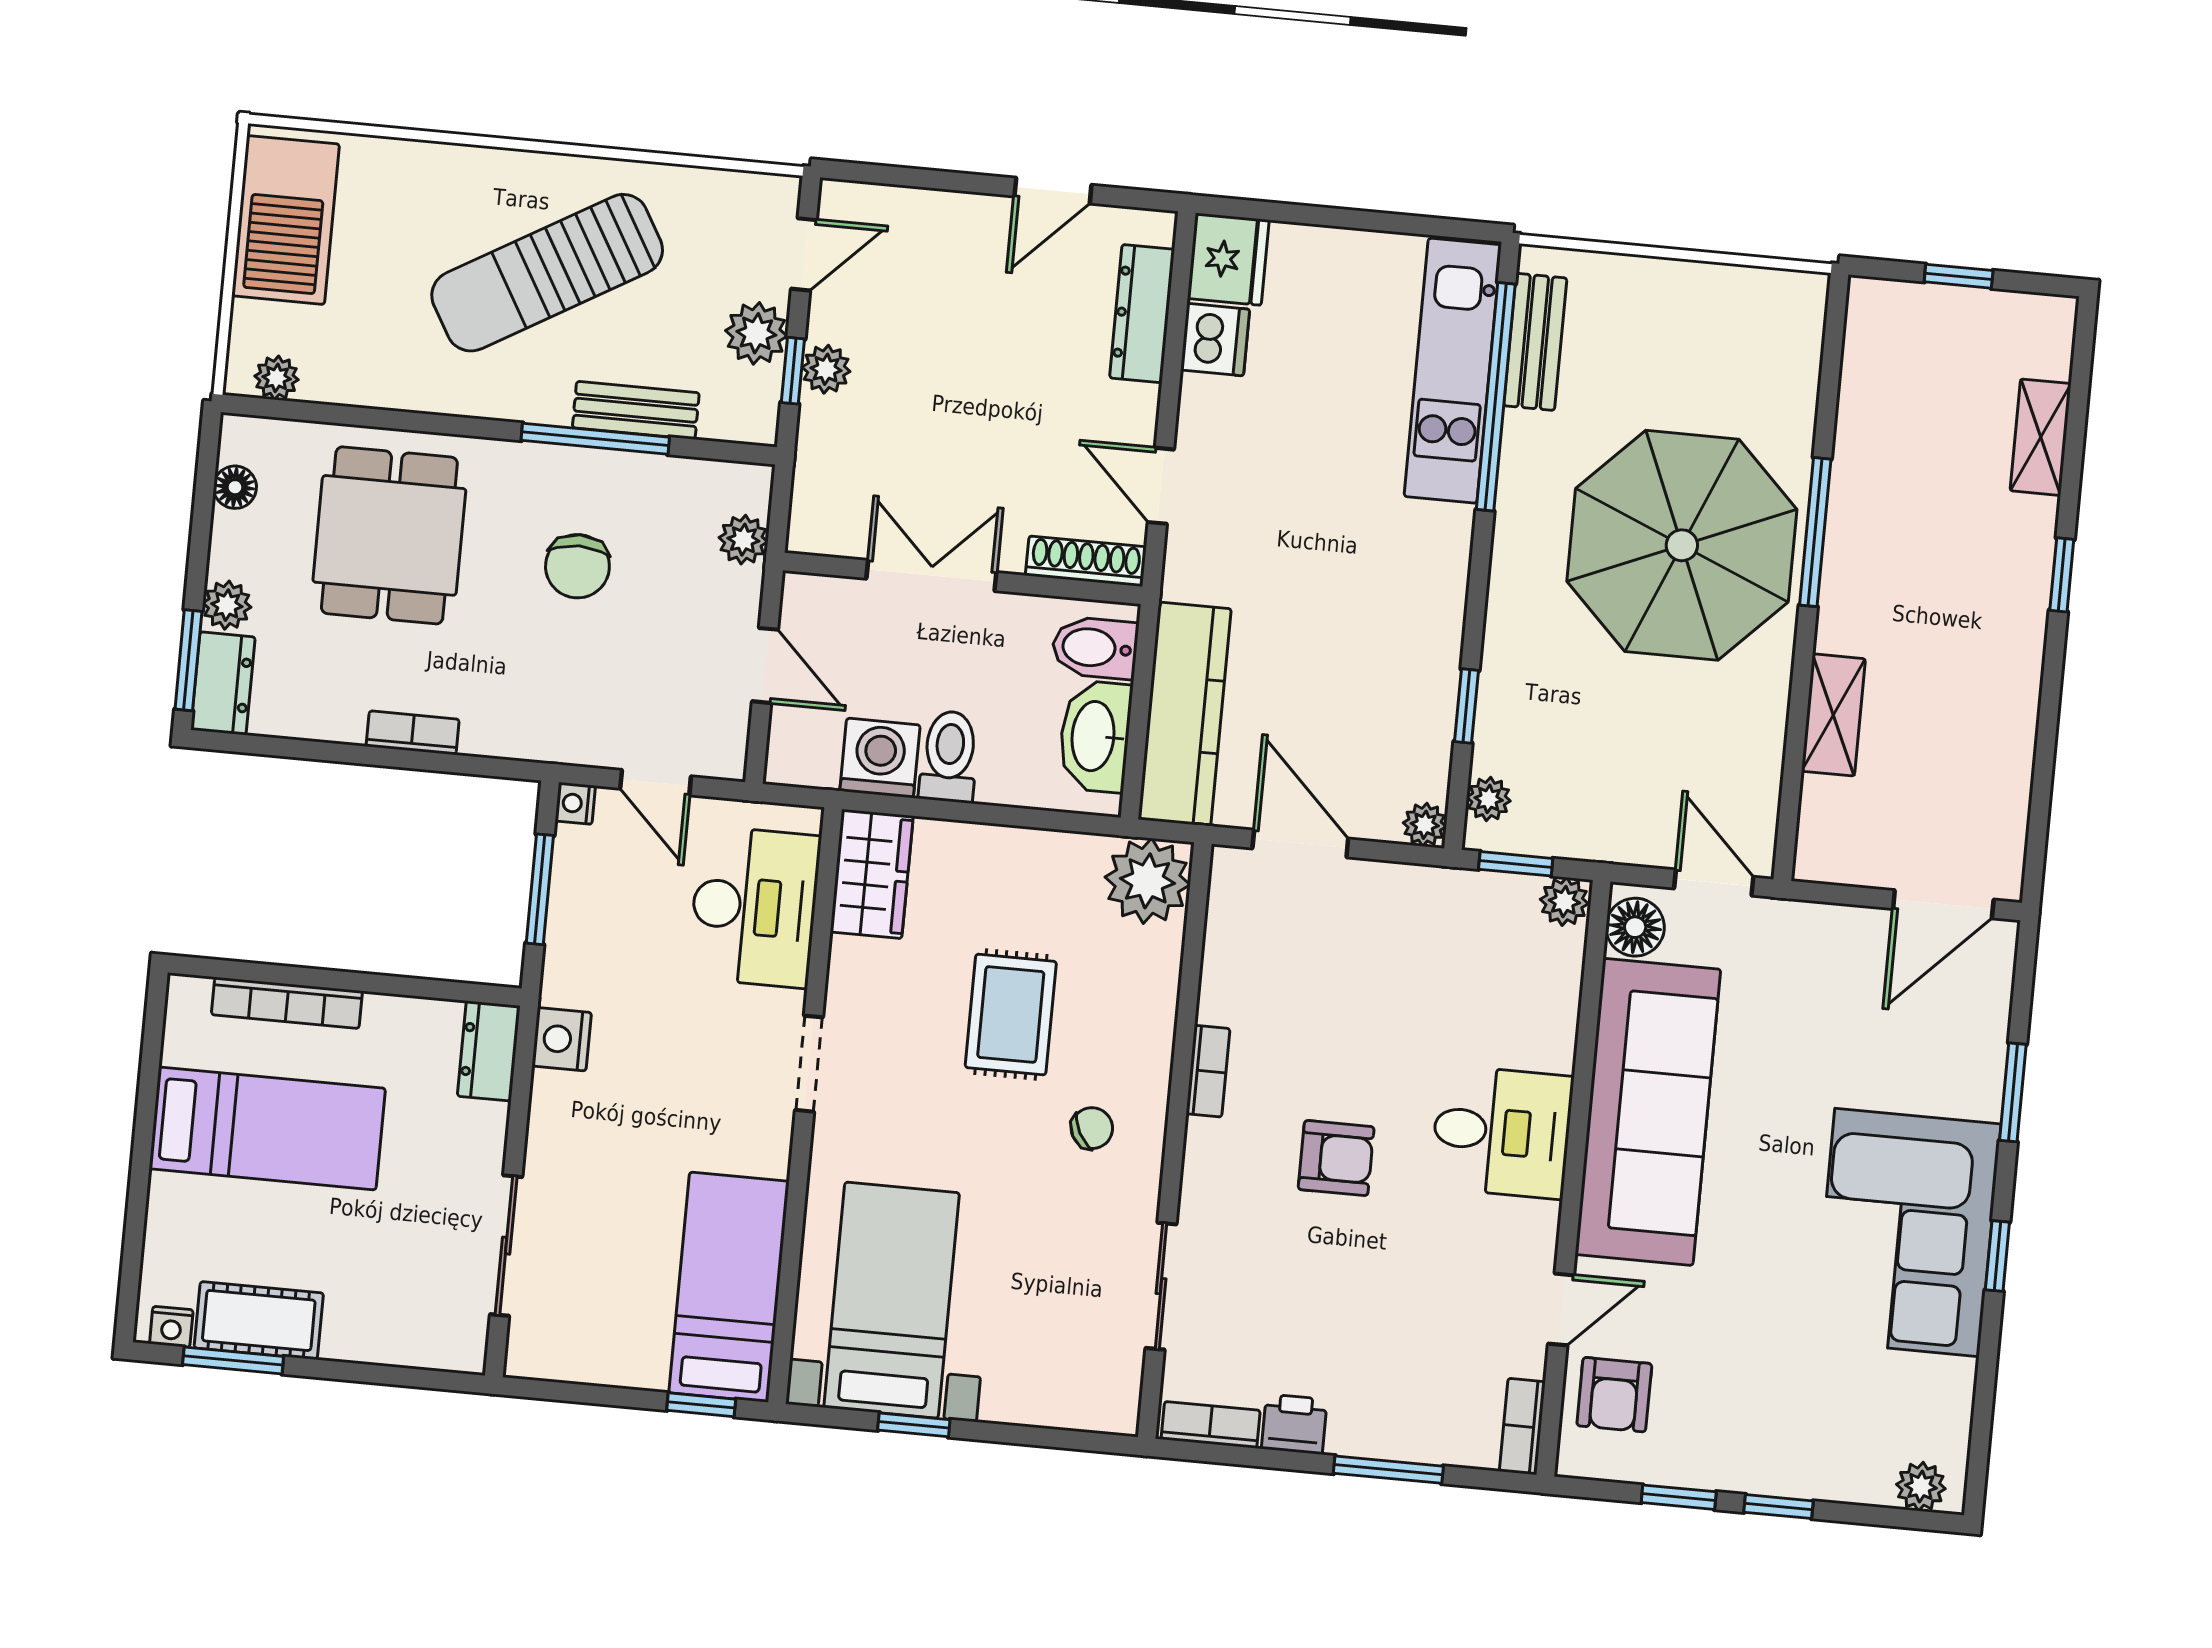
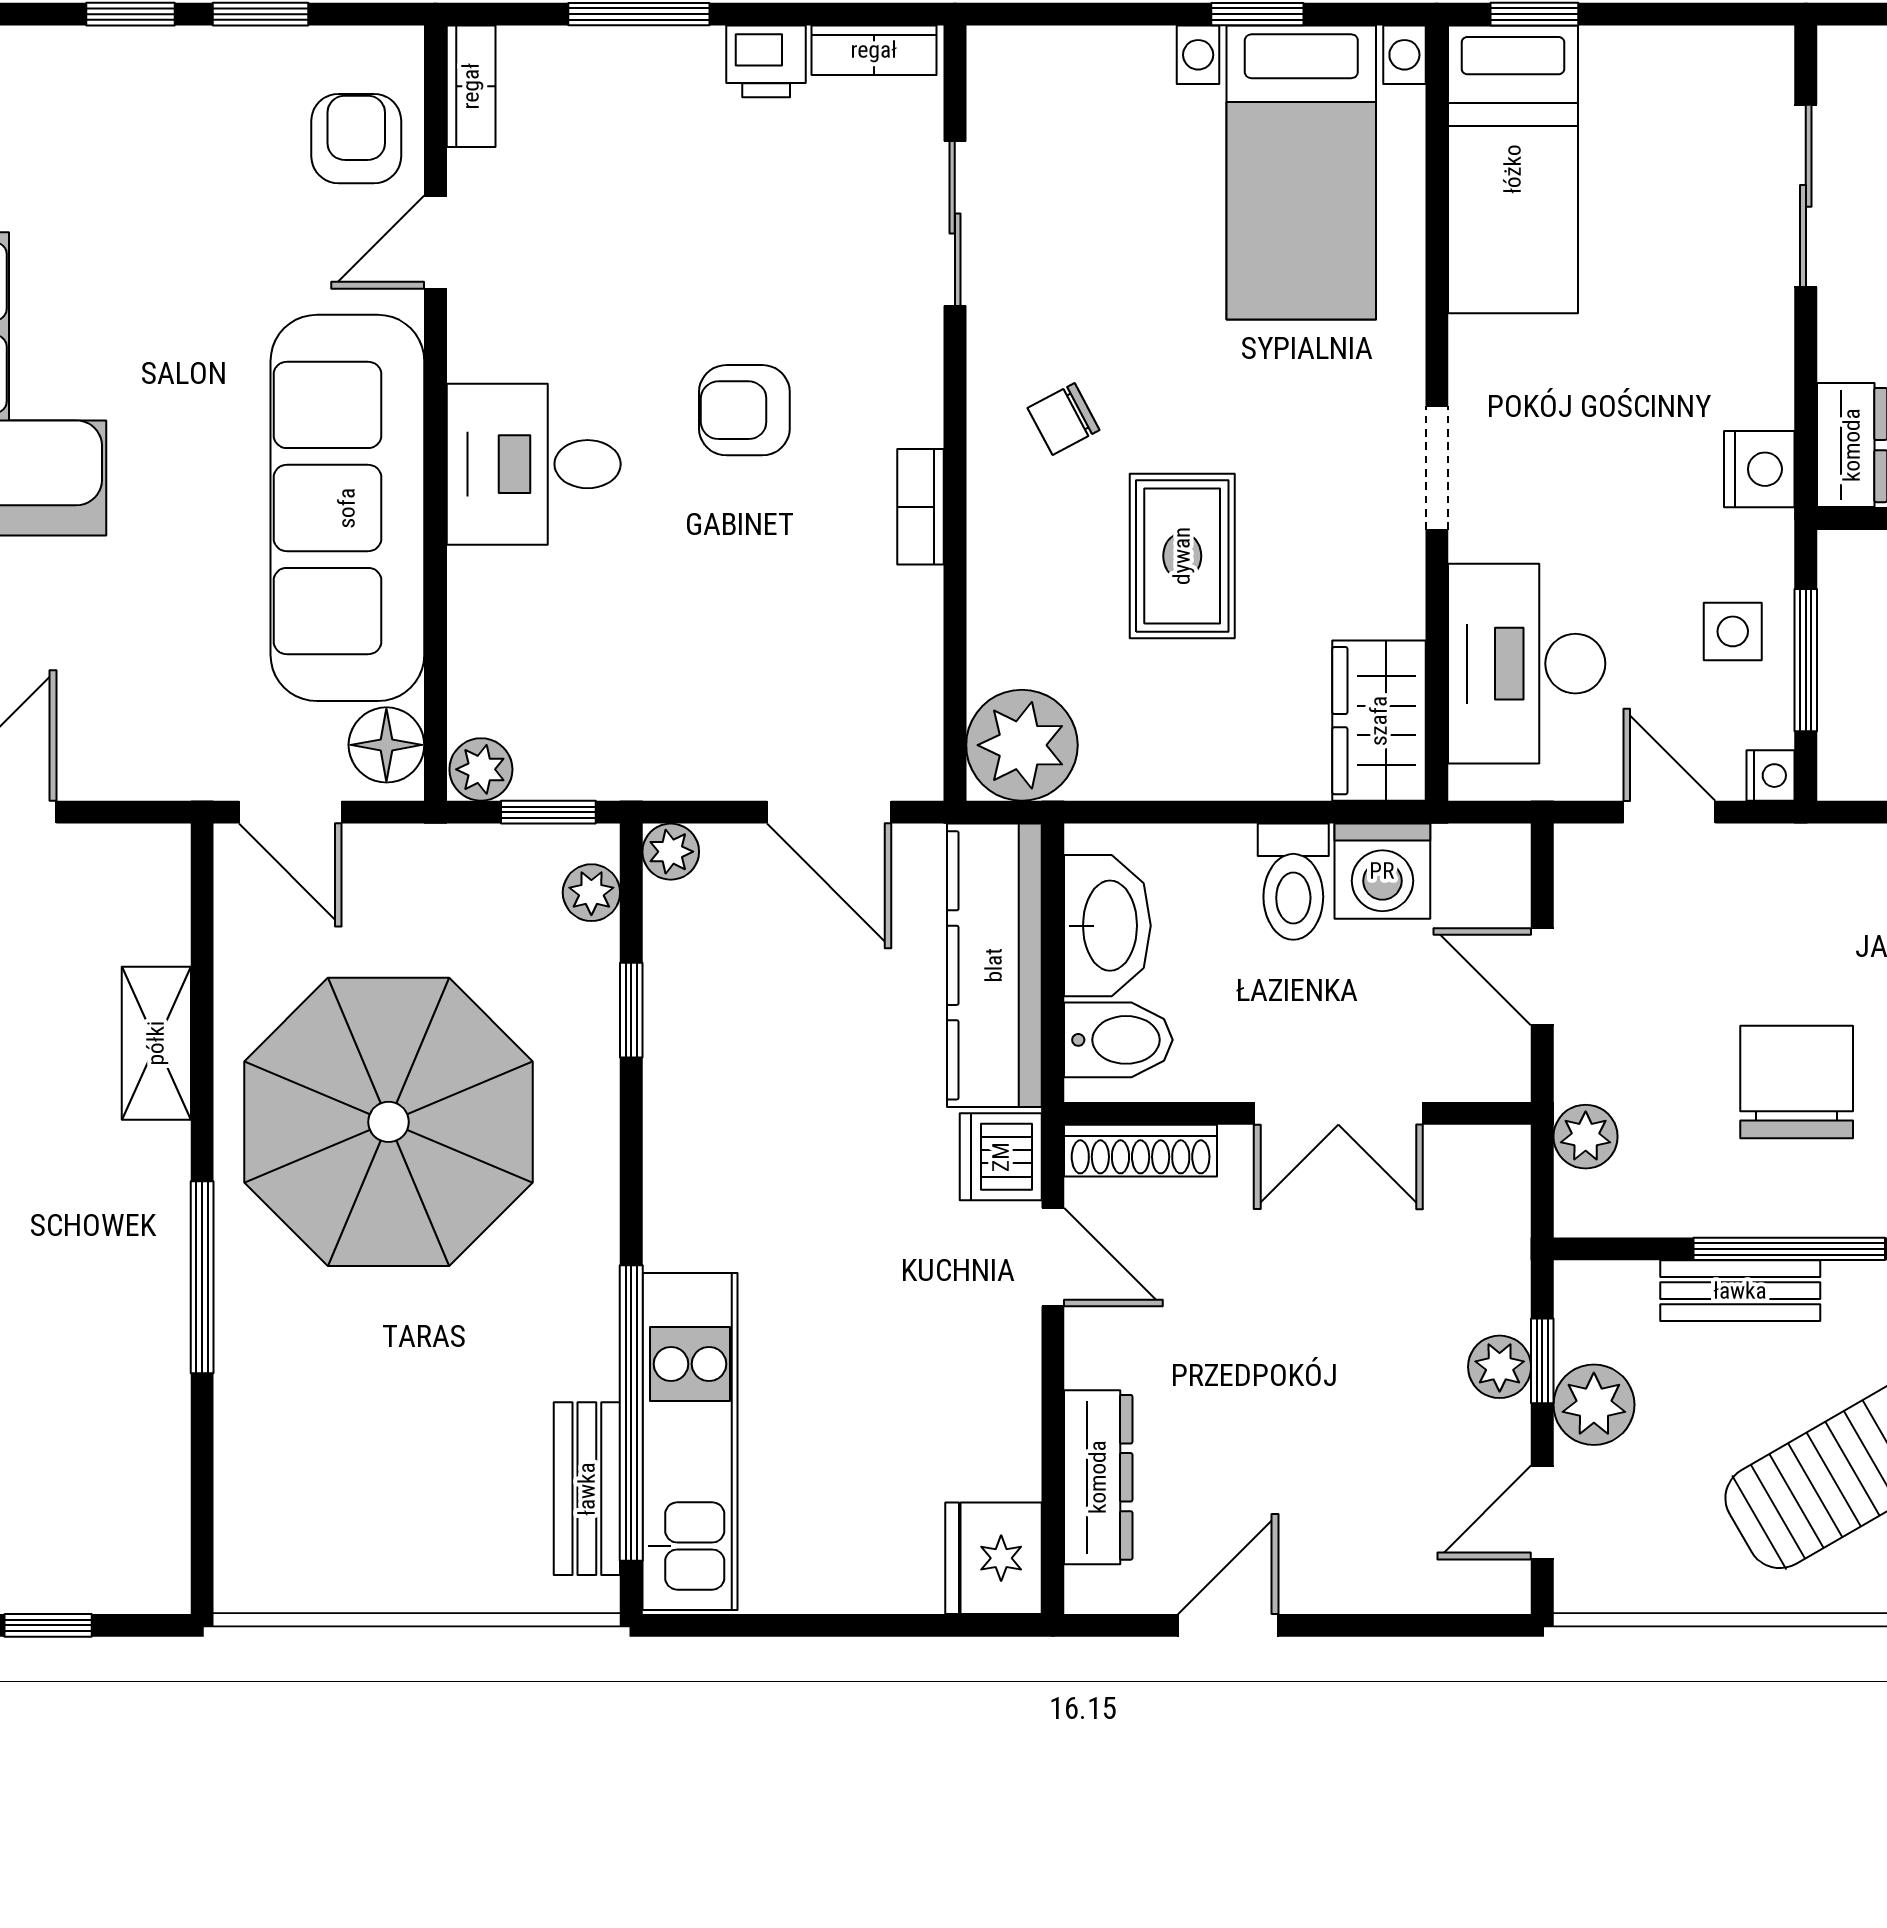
dishwasher: (1215, 340) -> (1001, 1157), moved
parasol: (1682, 545) -> (389, 1122), moved
chair: (577, 566) -> (1797, 1082), width x1.37, depth x1.37
side table: (594, 917) -> (1733, 631), added

